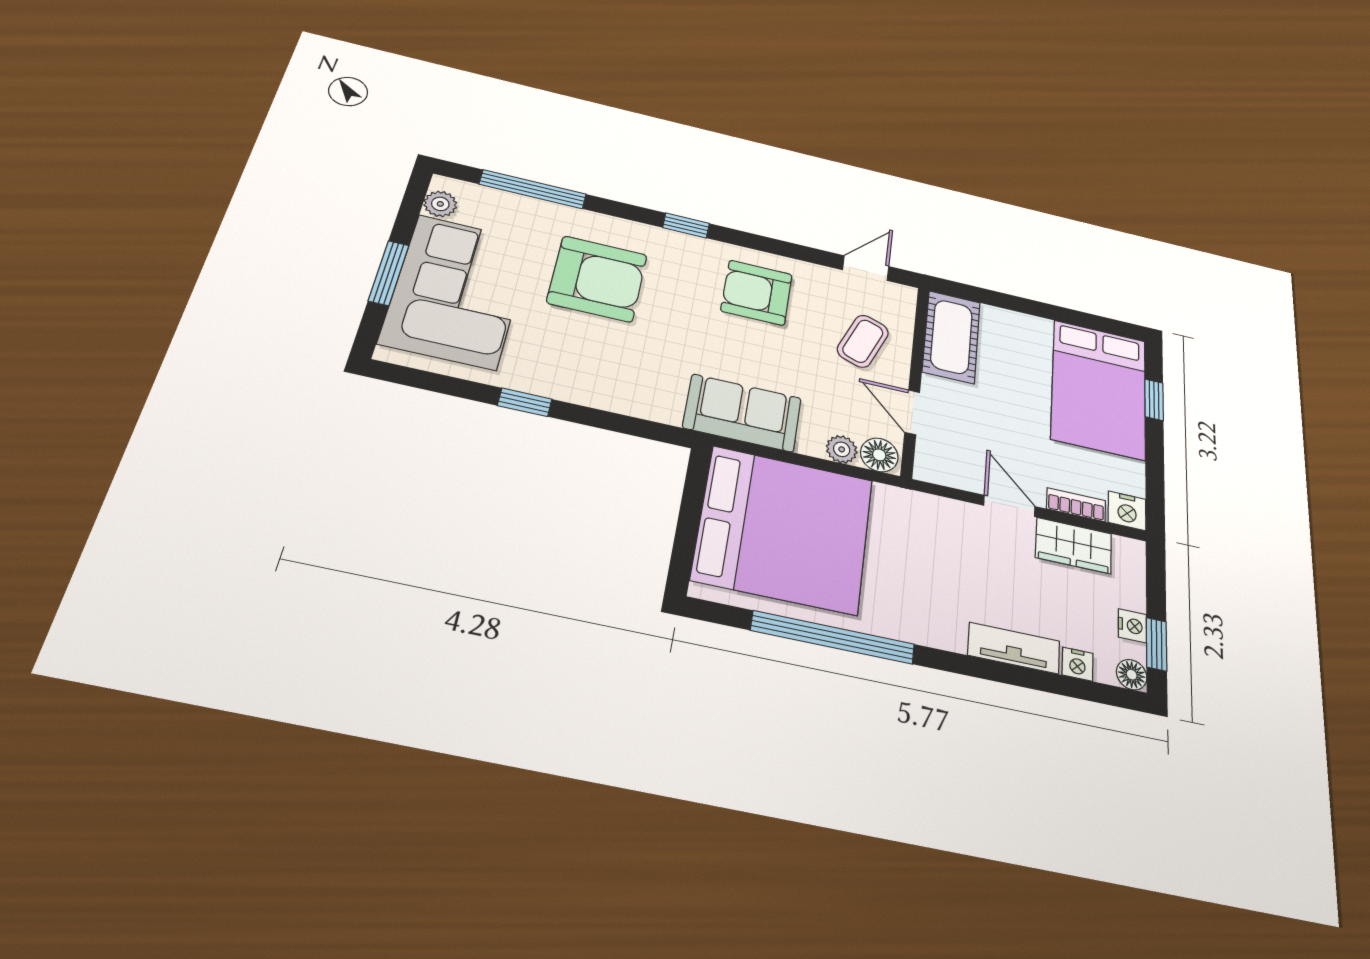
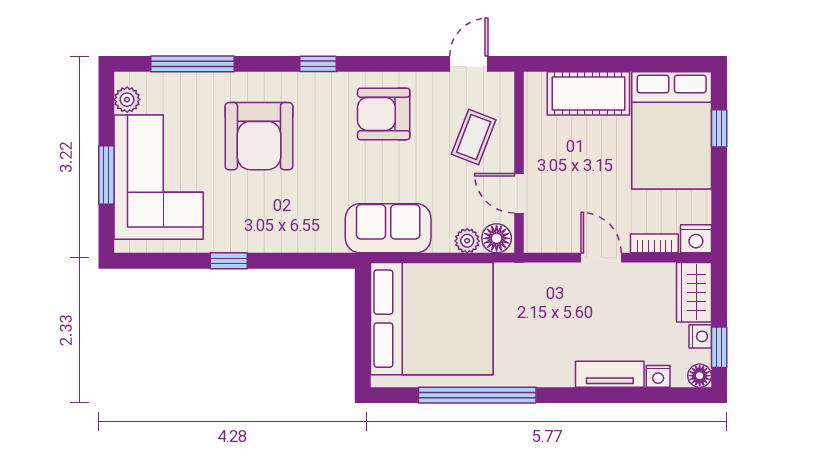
armchair: (597, 279) -> (259, 136), turned 90
cot: (951, 337) -> (588, 93), moved, turned 90
wardrobe: (1074, 546) -> (694, 292), moved, turned 90

